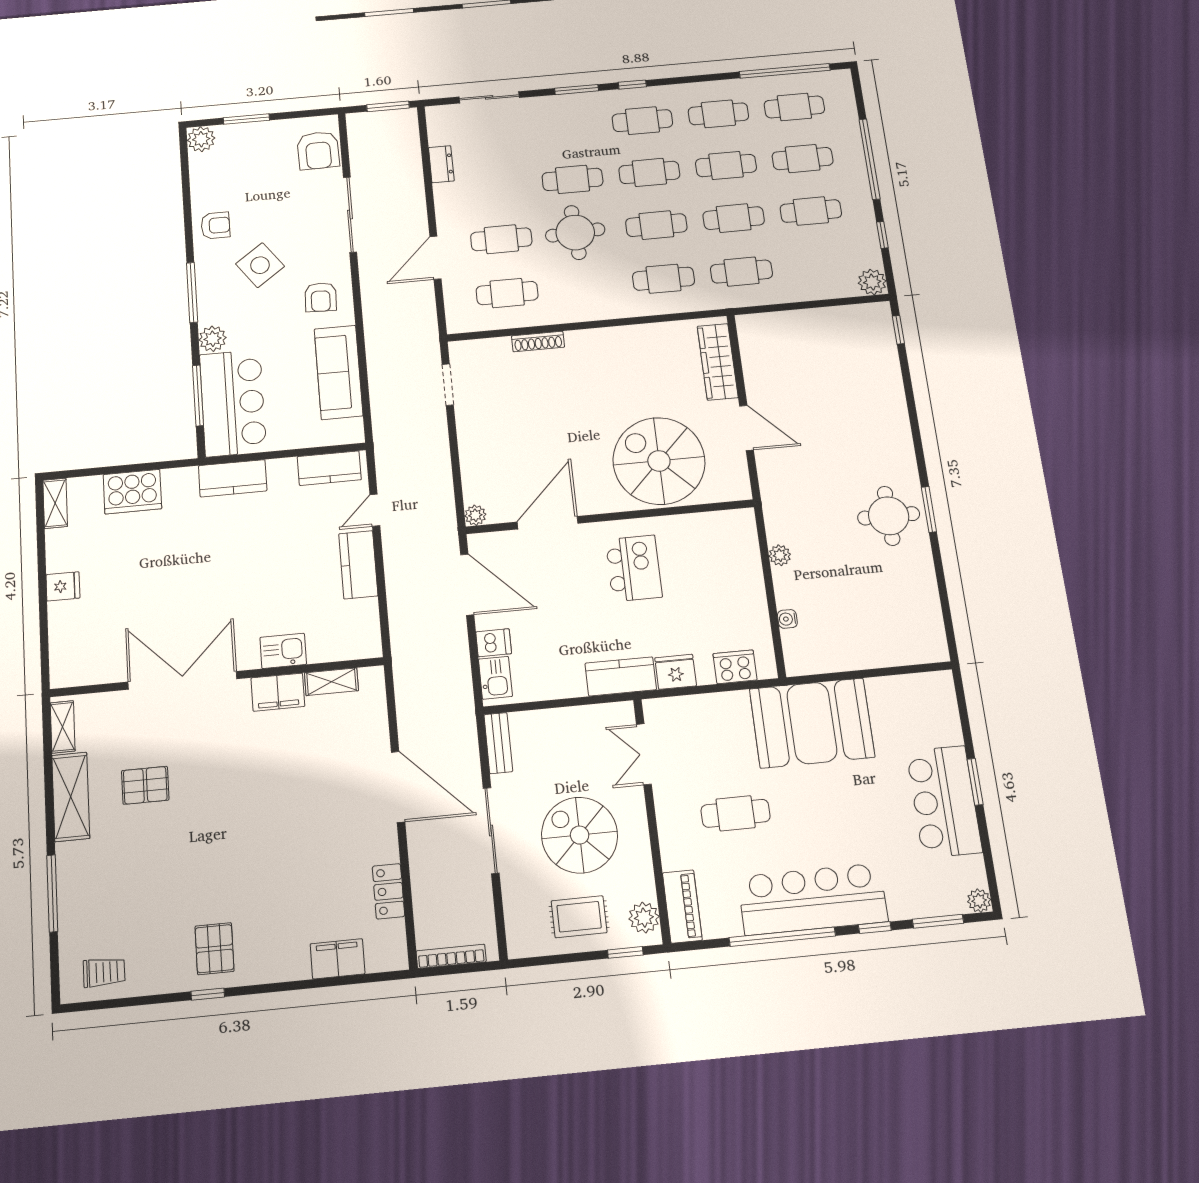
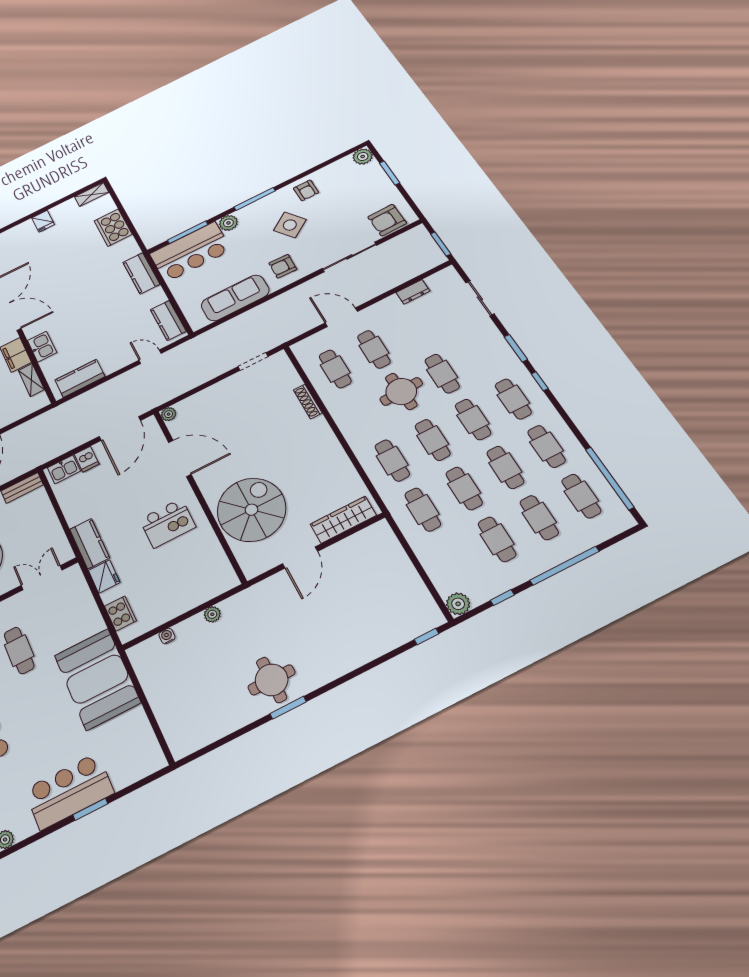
kitchen counter: (358, 565) -> (80, 378), moved

